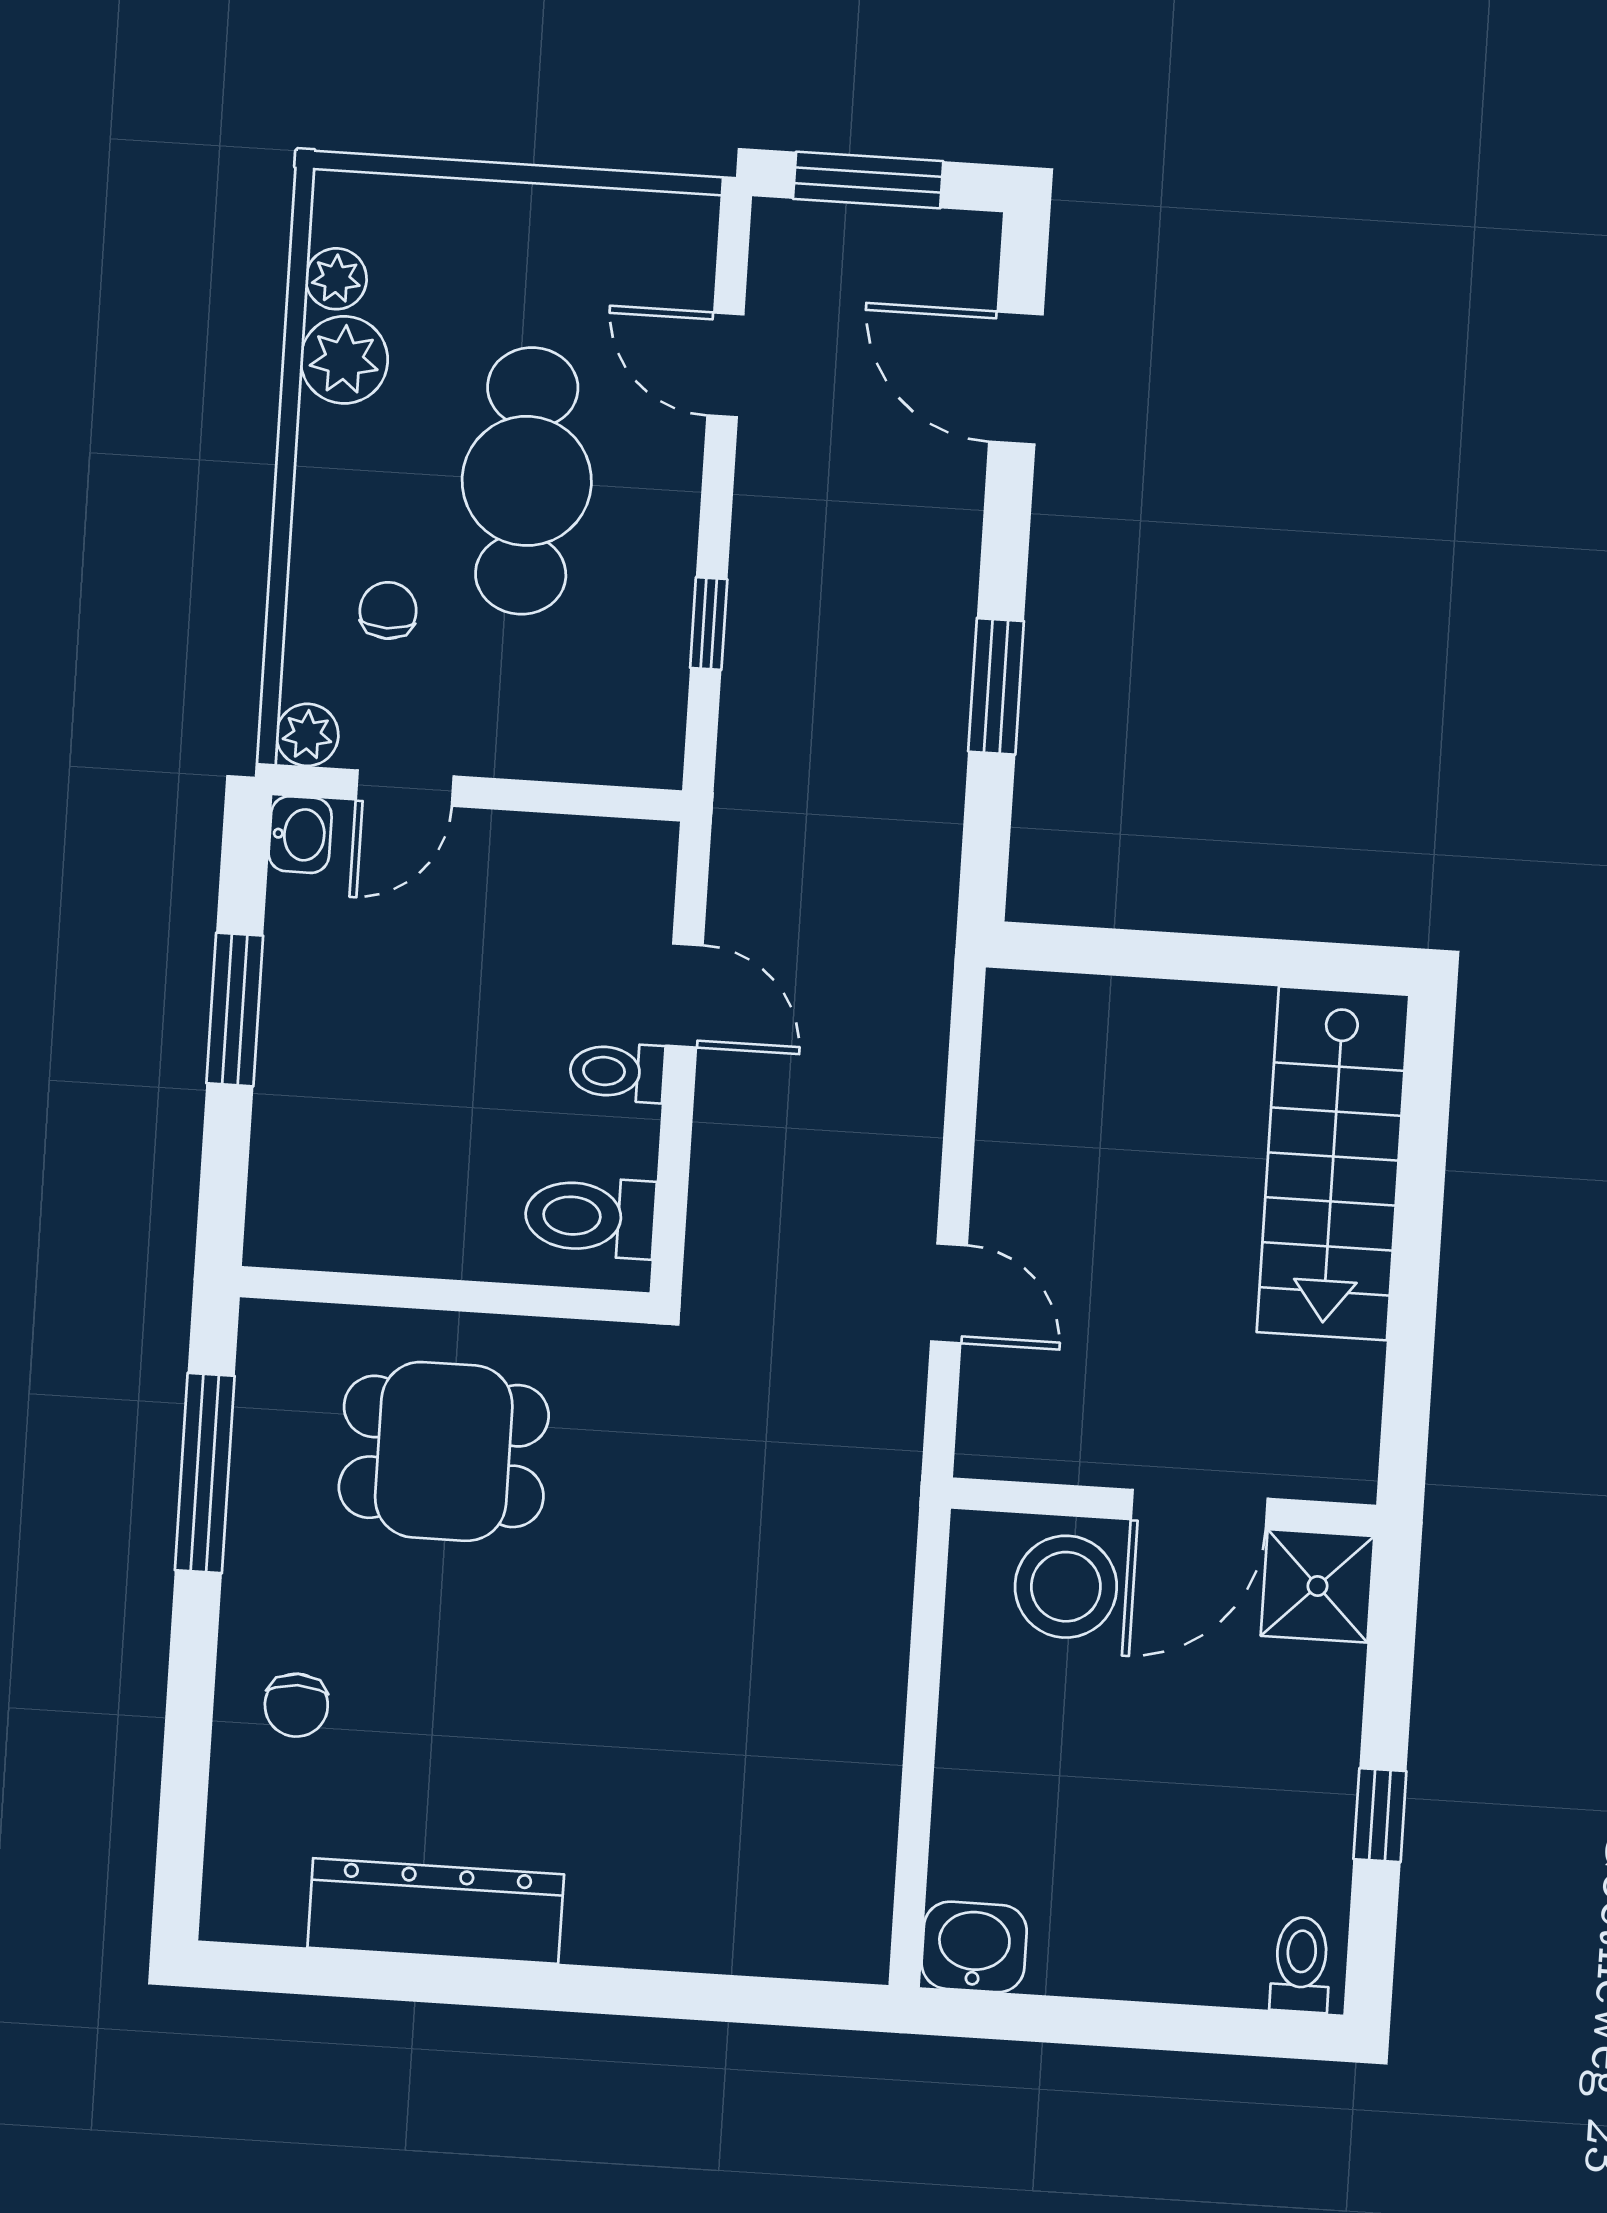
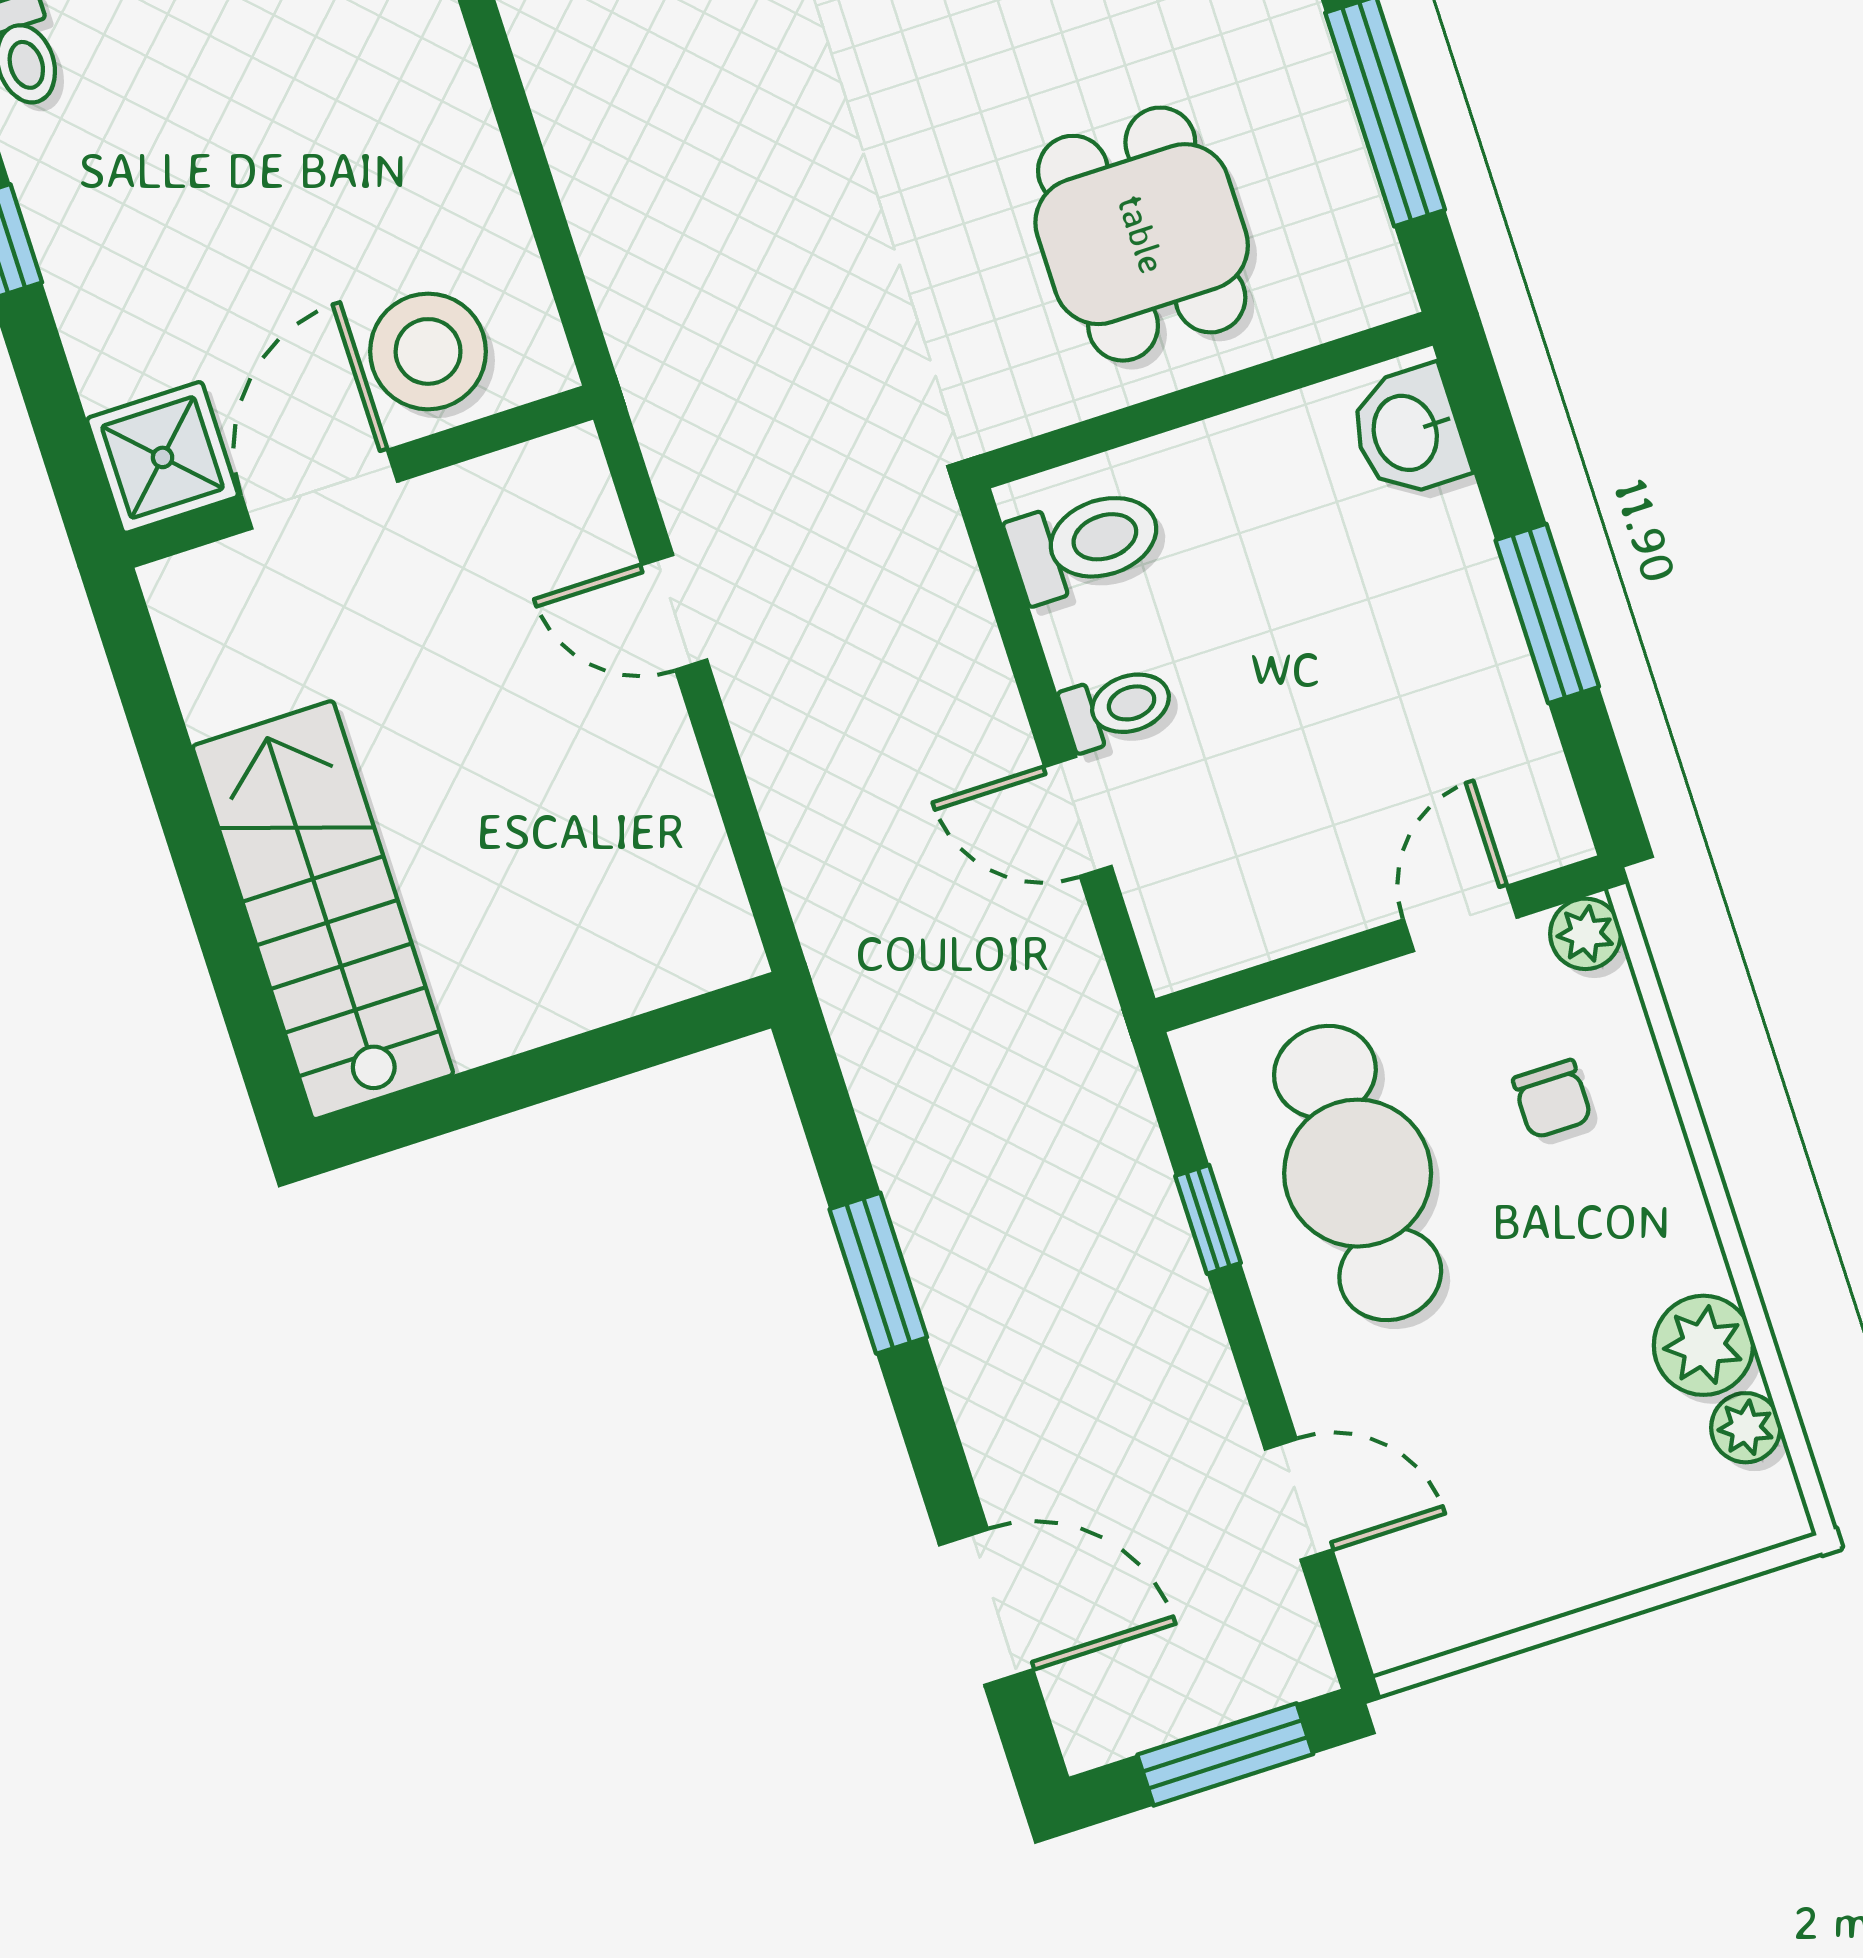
cafe table: (527, 481) -> (1358, 1173), moved
washbasin: (300, 835) -> (1408, 432), moved, width x1.38, depth x1.45
dining table: (444, 1451) -> (1142, 234), turned 90

